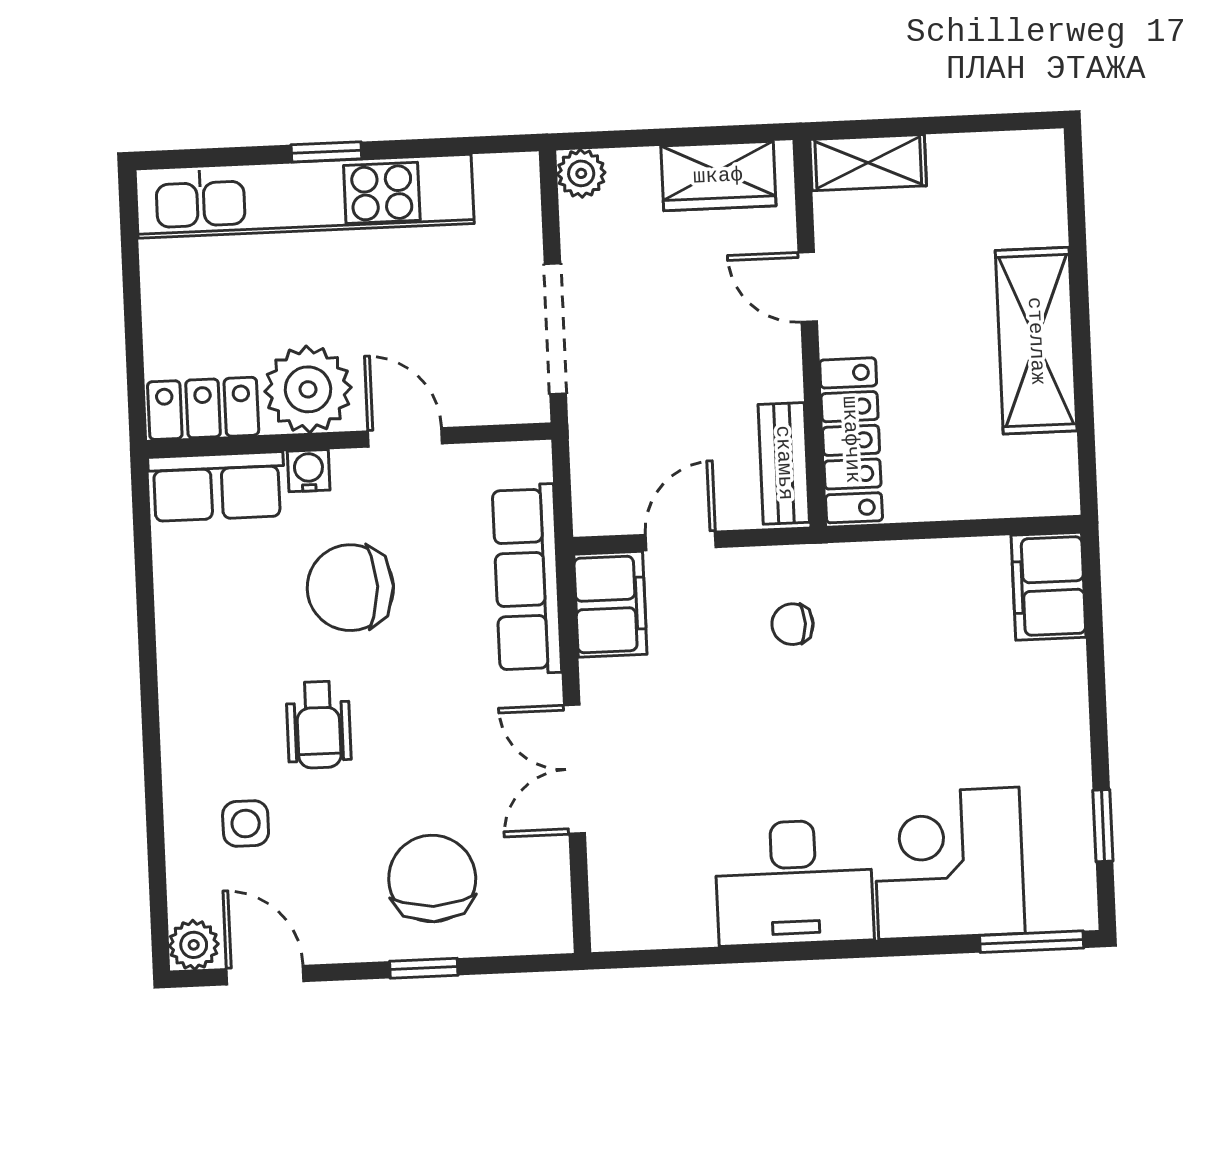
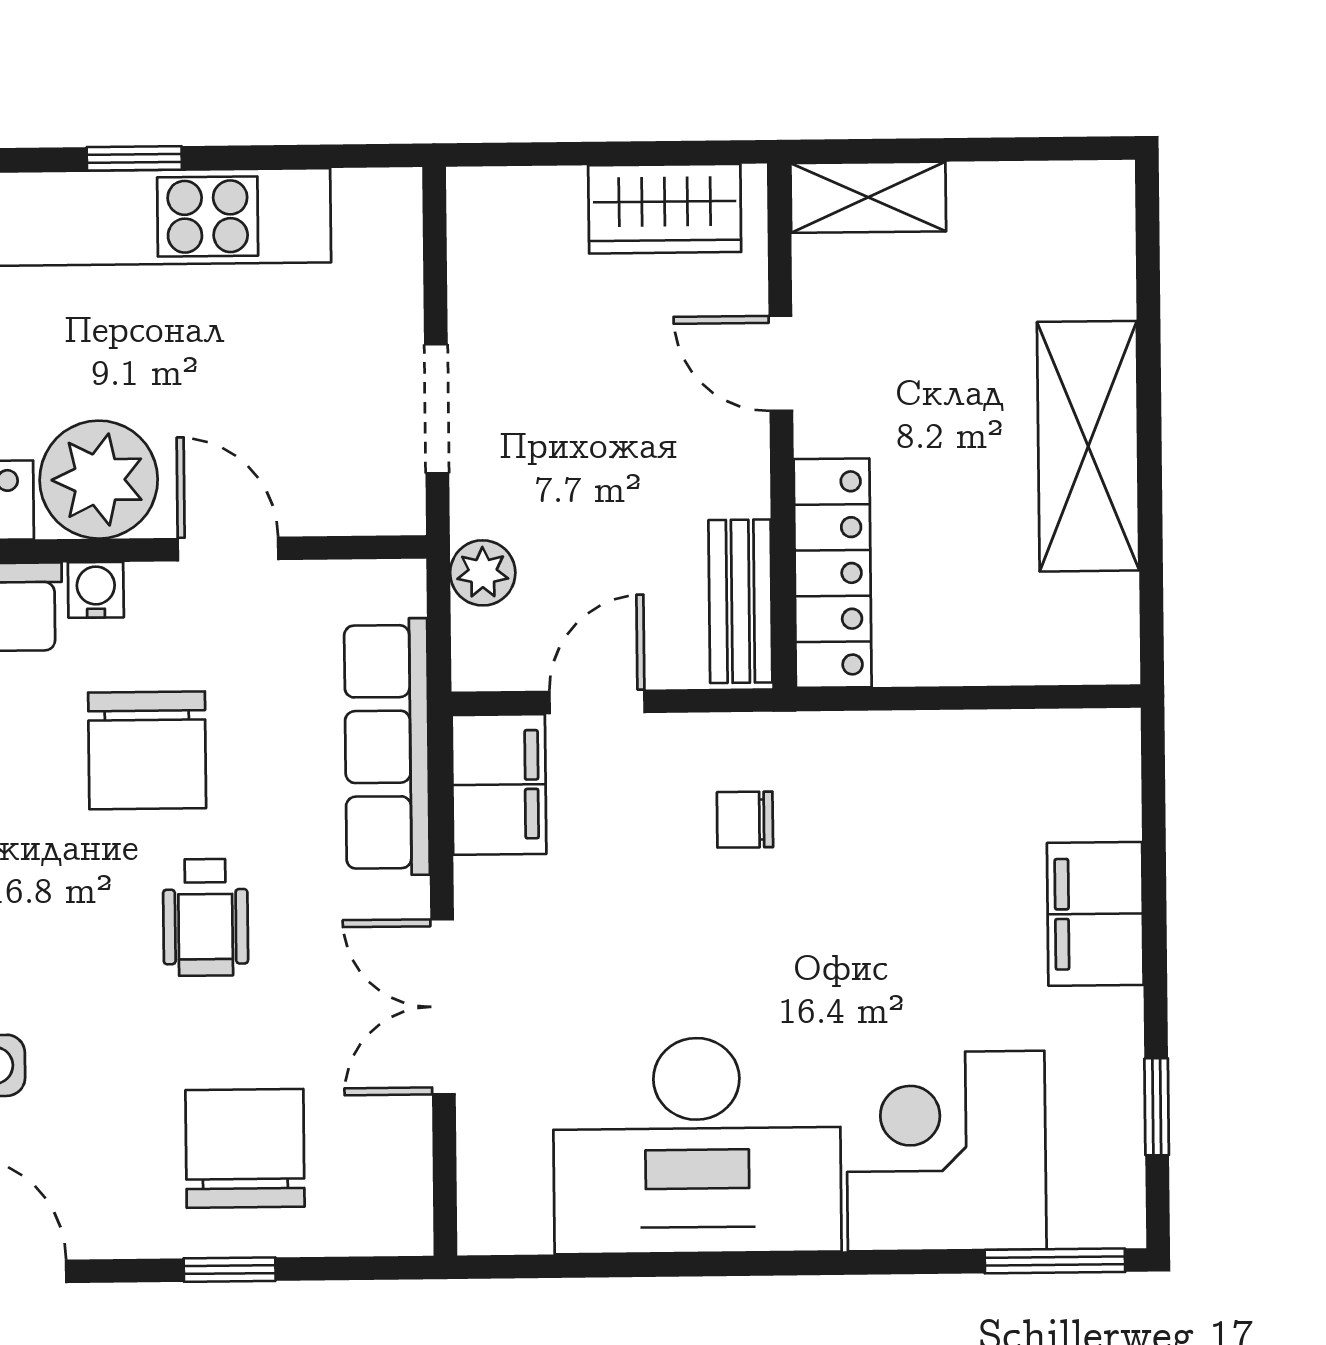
plant: (581, 173) -> (483, 573), moved
doorway: (555, 329) -> (437, 409), width x0.73
filing cabinet: (1049, 586) -> (1095, 914), moved
chair: (350, 588) -> (147, 750), turned -90
wheelchair: (319, 725) -> (205, 917), moved
desk: (794, 882) -> (697, 1145), width x1.36, depth x1.30

